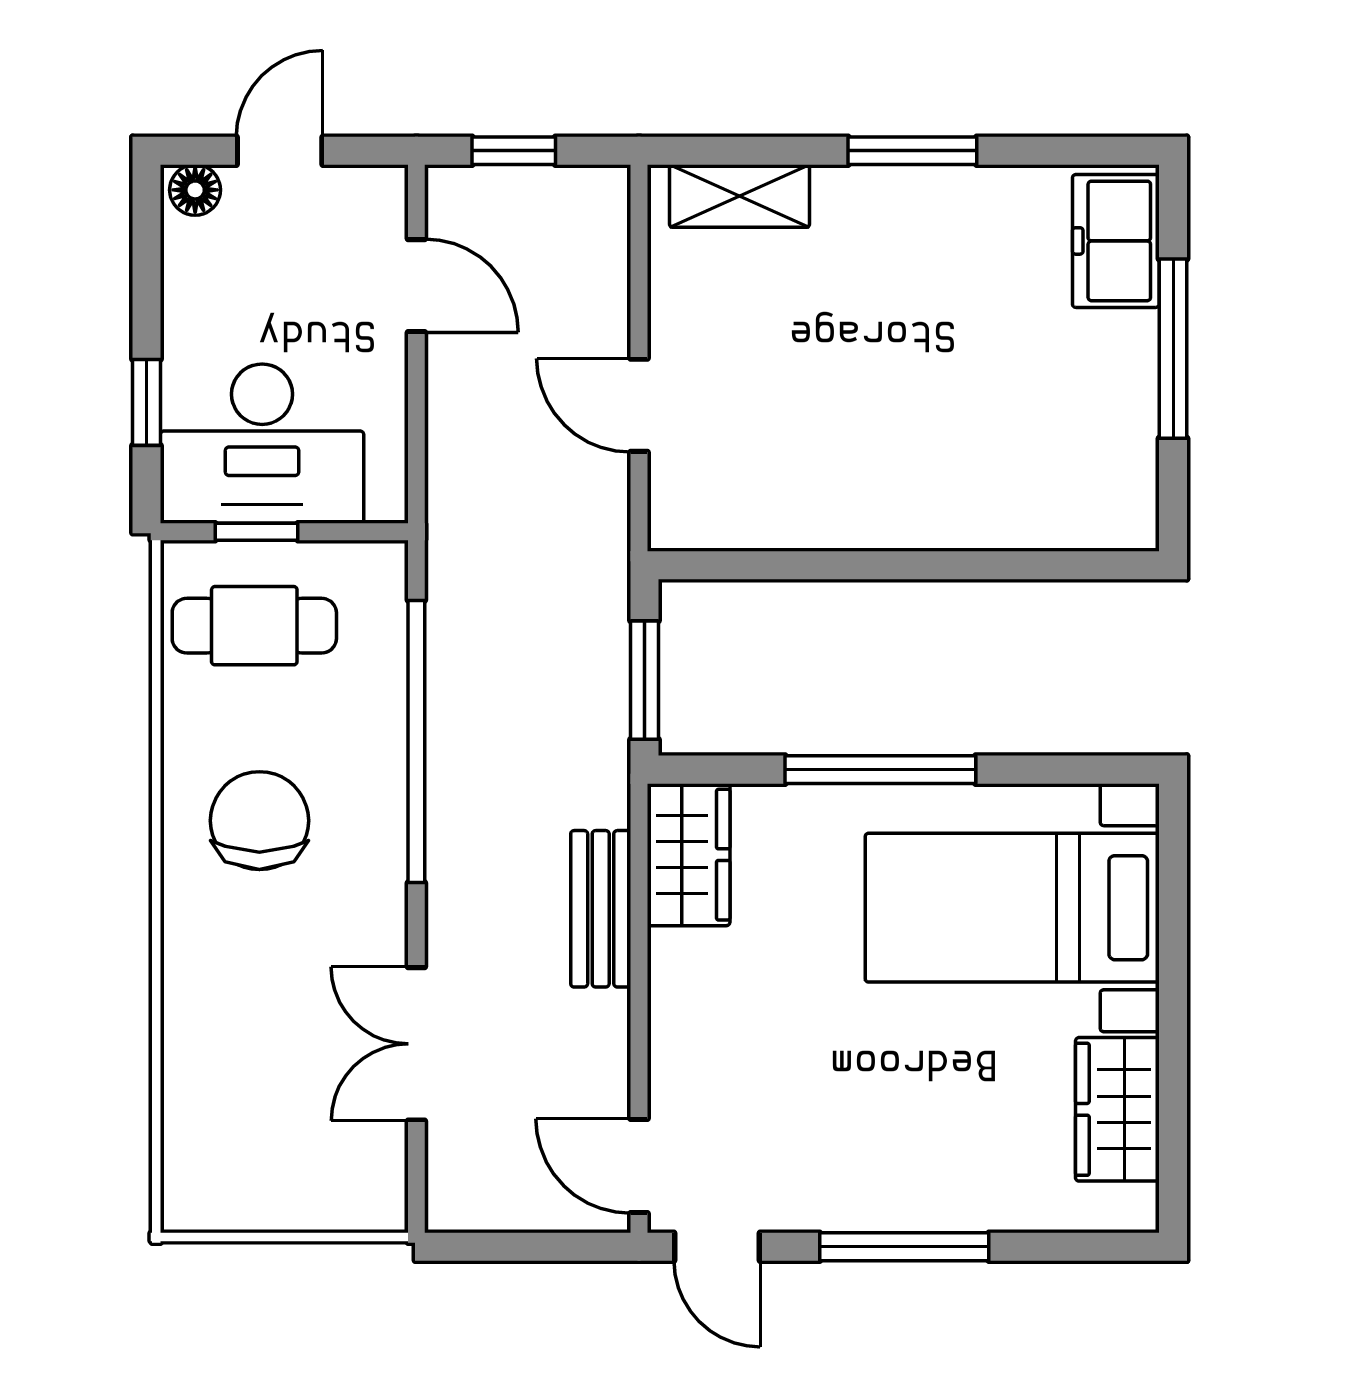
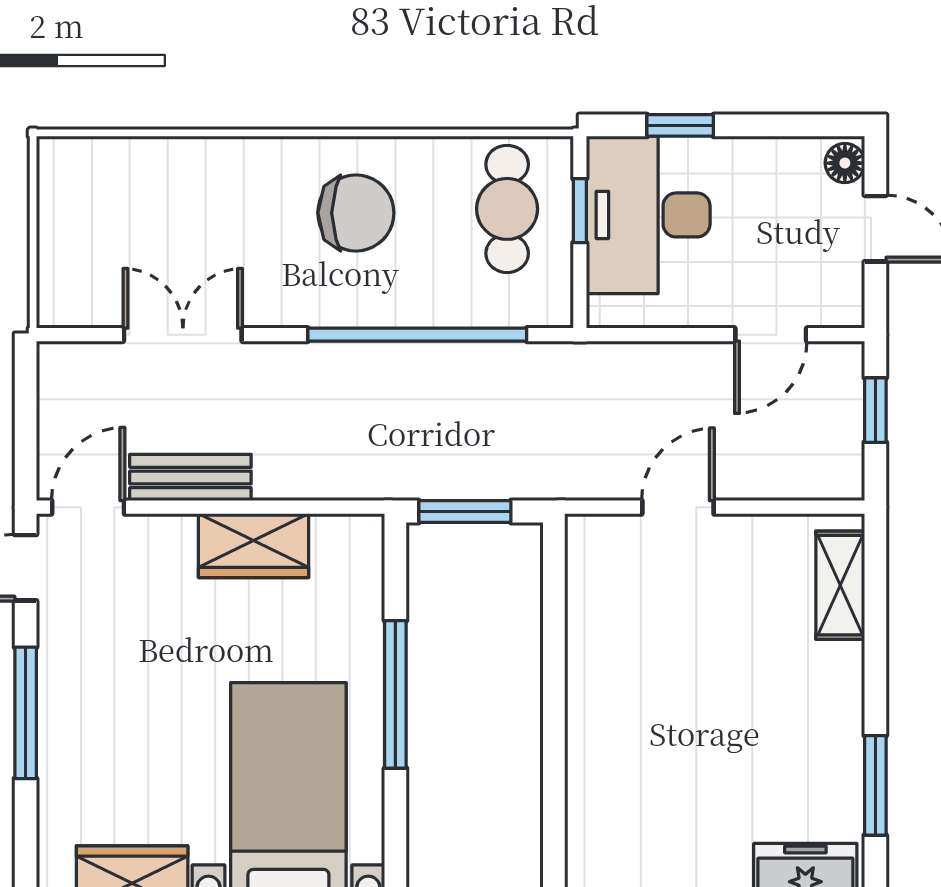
window: (912, 151) -> (875, 785), moved
wardrobe: (689, 855) -> (254, 546), moved
bench: (601, 909) -> (190, 478), moved

